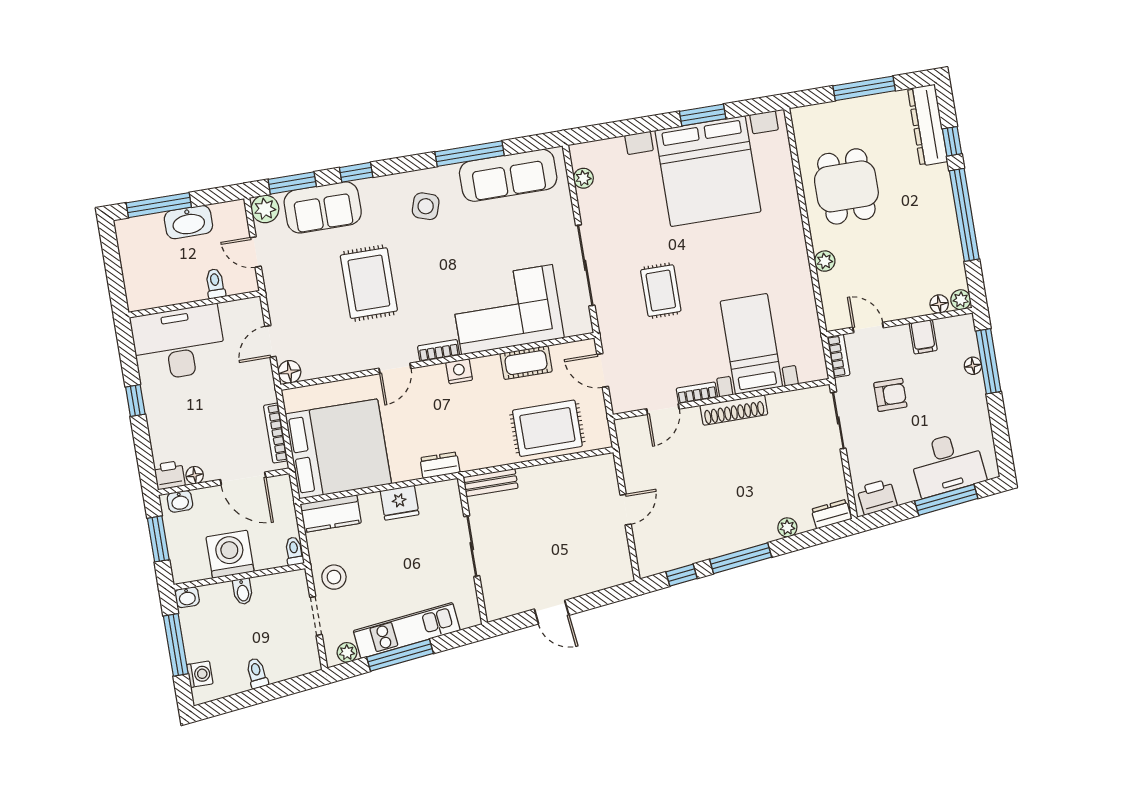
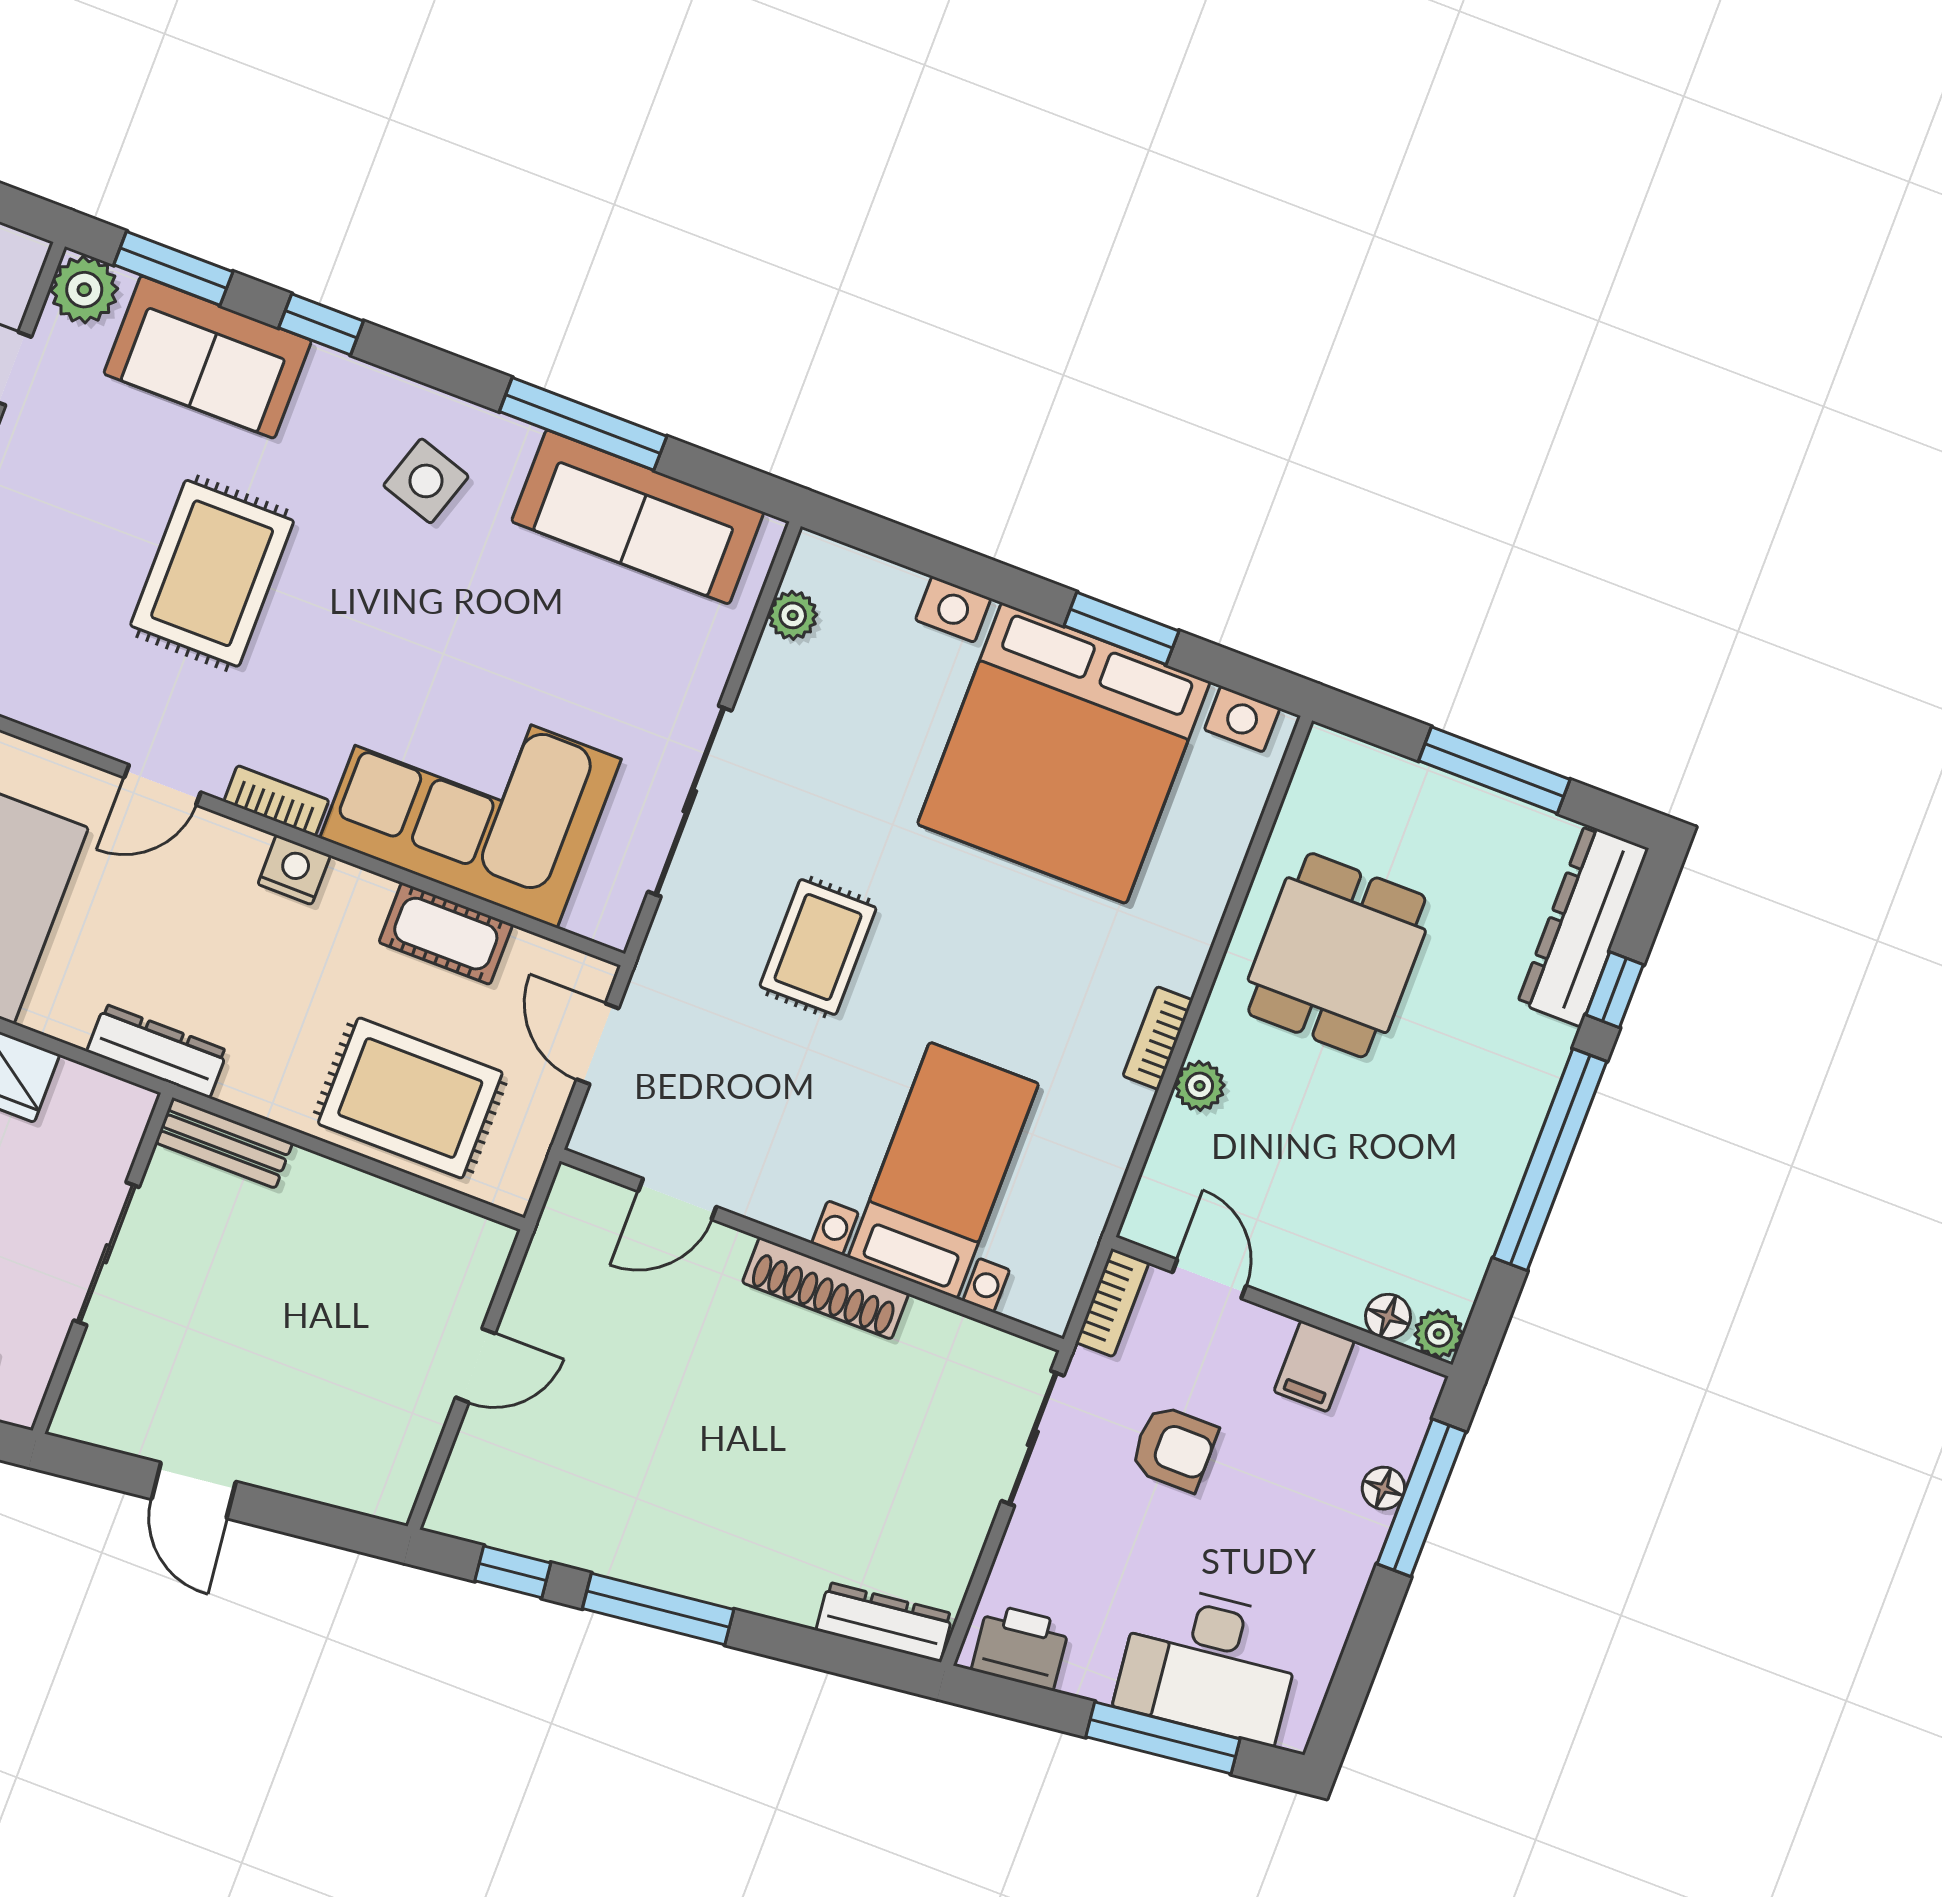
bookcase: (697, 393) -> (1158, 1038), moved, turned -90
dresser: (440, 465) -> (157, 1051), width x1.44
dresser: (831, 514) -> (884, 1622), width x1.44
plant: (787, 527) -> (794, 1601), removed

